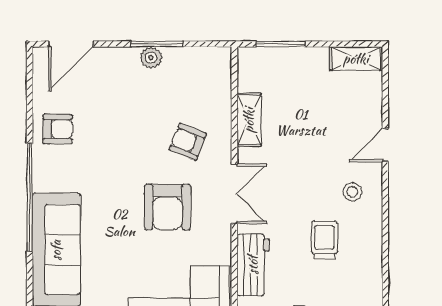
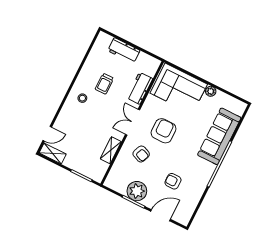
door: (71, 44) -> (161, 215), moved
plant: (151, 58) -> (137, 191), width x1.88, depth x1.88
armchair: (58, 129) -> (173, 181), moved
door: (385, 145) -> (47, 134), moved

